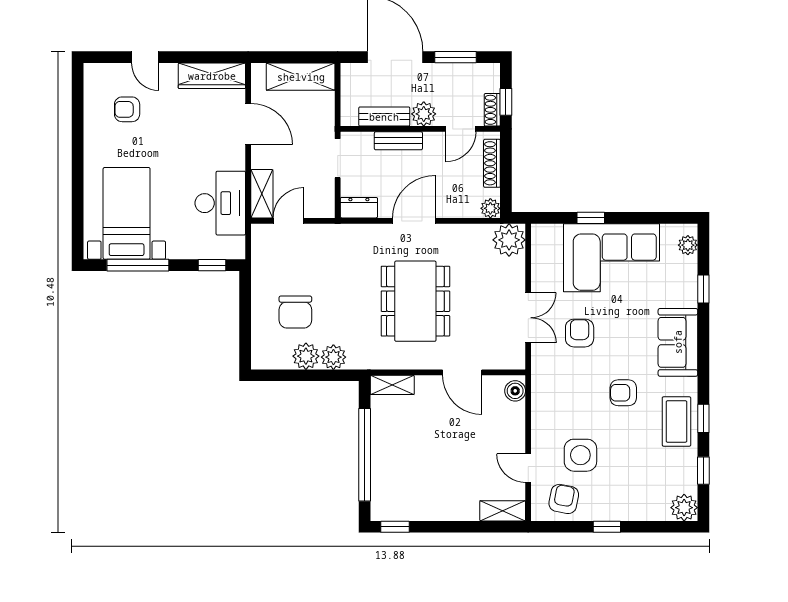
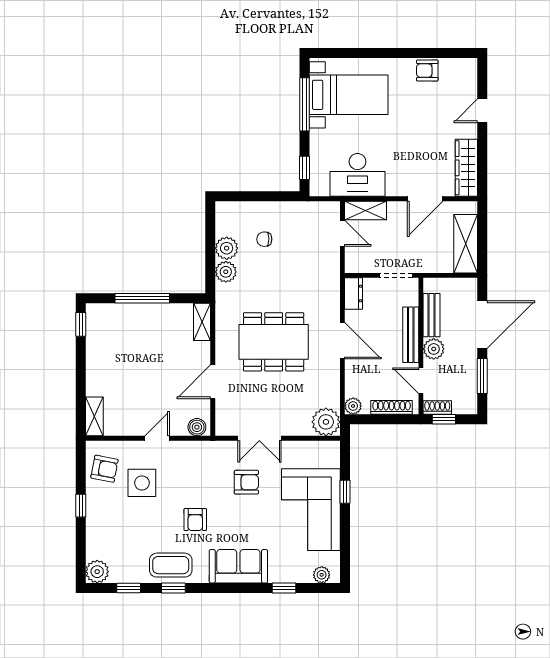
armchair: (127, 109) -> (427, 71), moved, turned -90
bench: (398, 141) -> (411, 335), width x1.36
chair: (295, 312) -> (264, 239), width x0.54, depth x0.54
armchair: (623, 393) -> (195, 520), turned 180
window: (365, 455) -> (142, 298), width x0.68
door: (528, 468) -> (157, 438), moved

